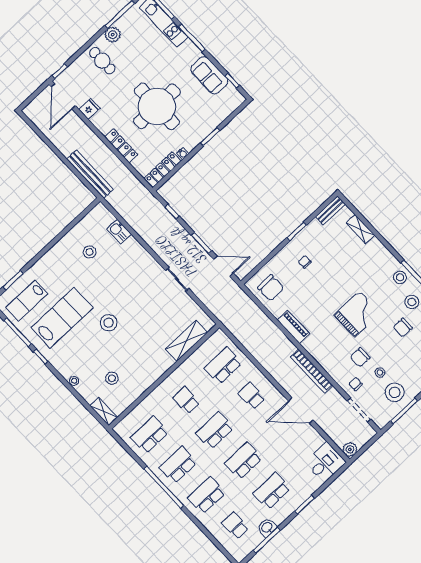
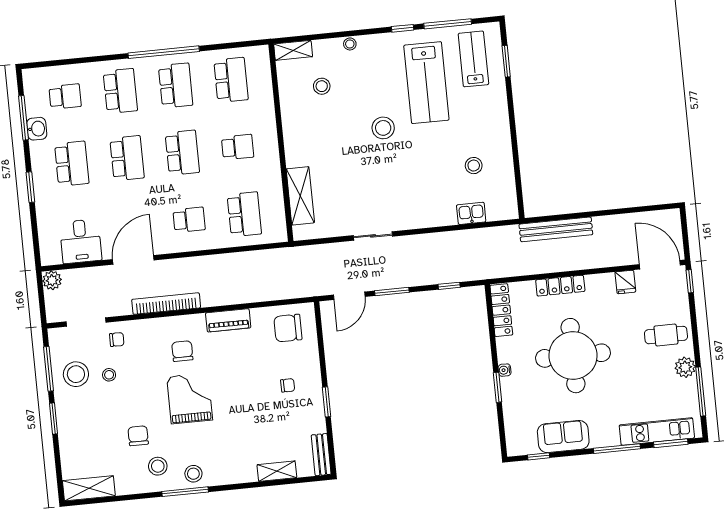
water cooler: (183, 154) -> (505, 370), moved
grand piano: (357, 314) -> (190, 398), turned 180
chair: (360, 357) -> (182, 351), moved
desk: (325, 462) -> (81, 241), moved

